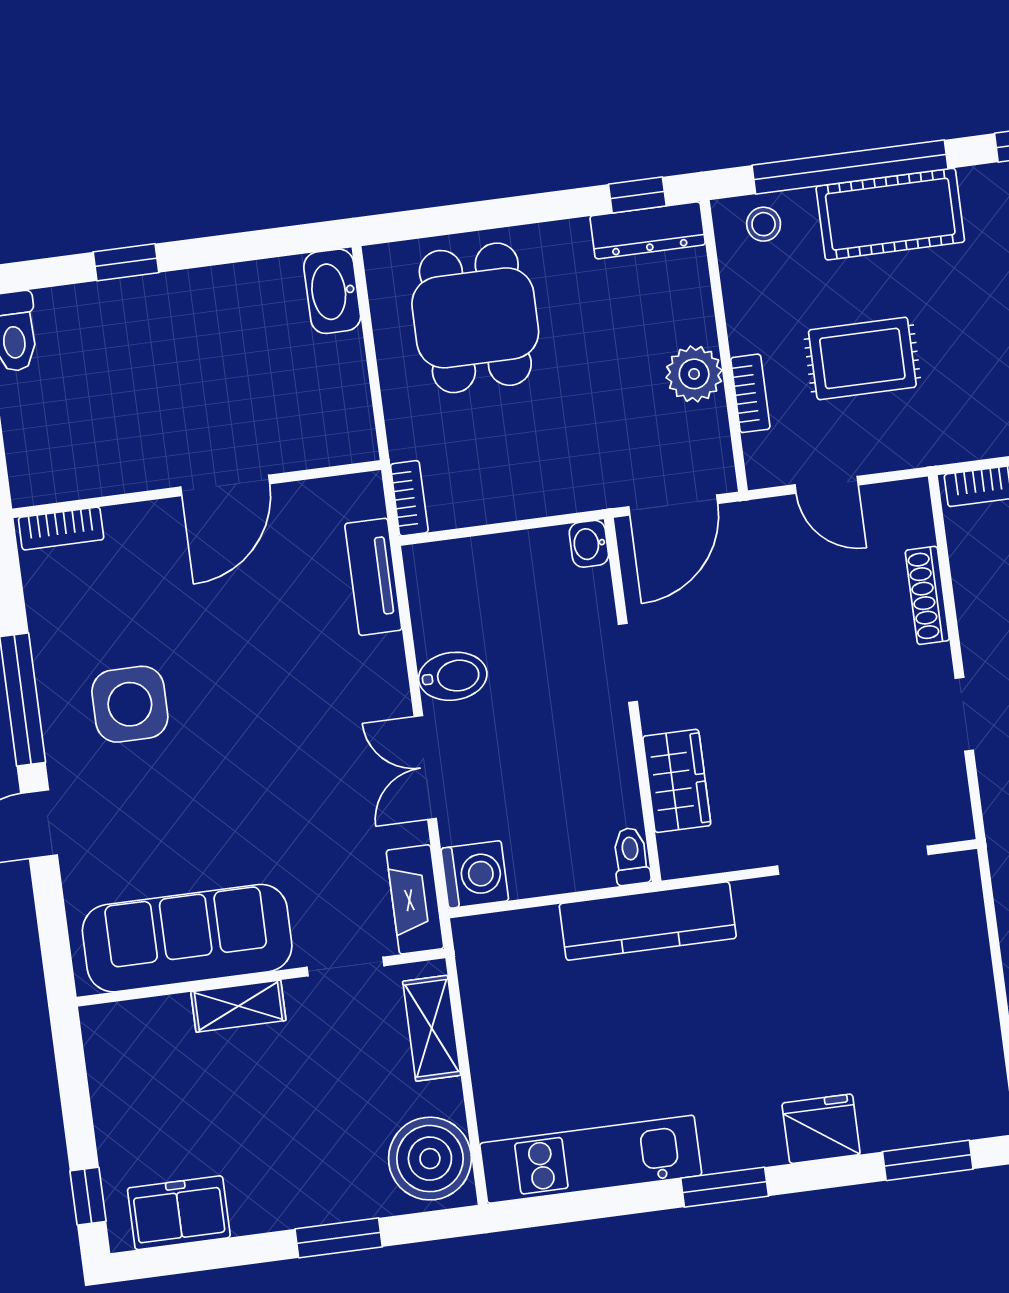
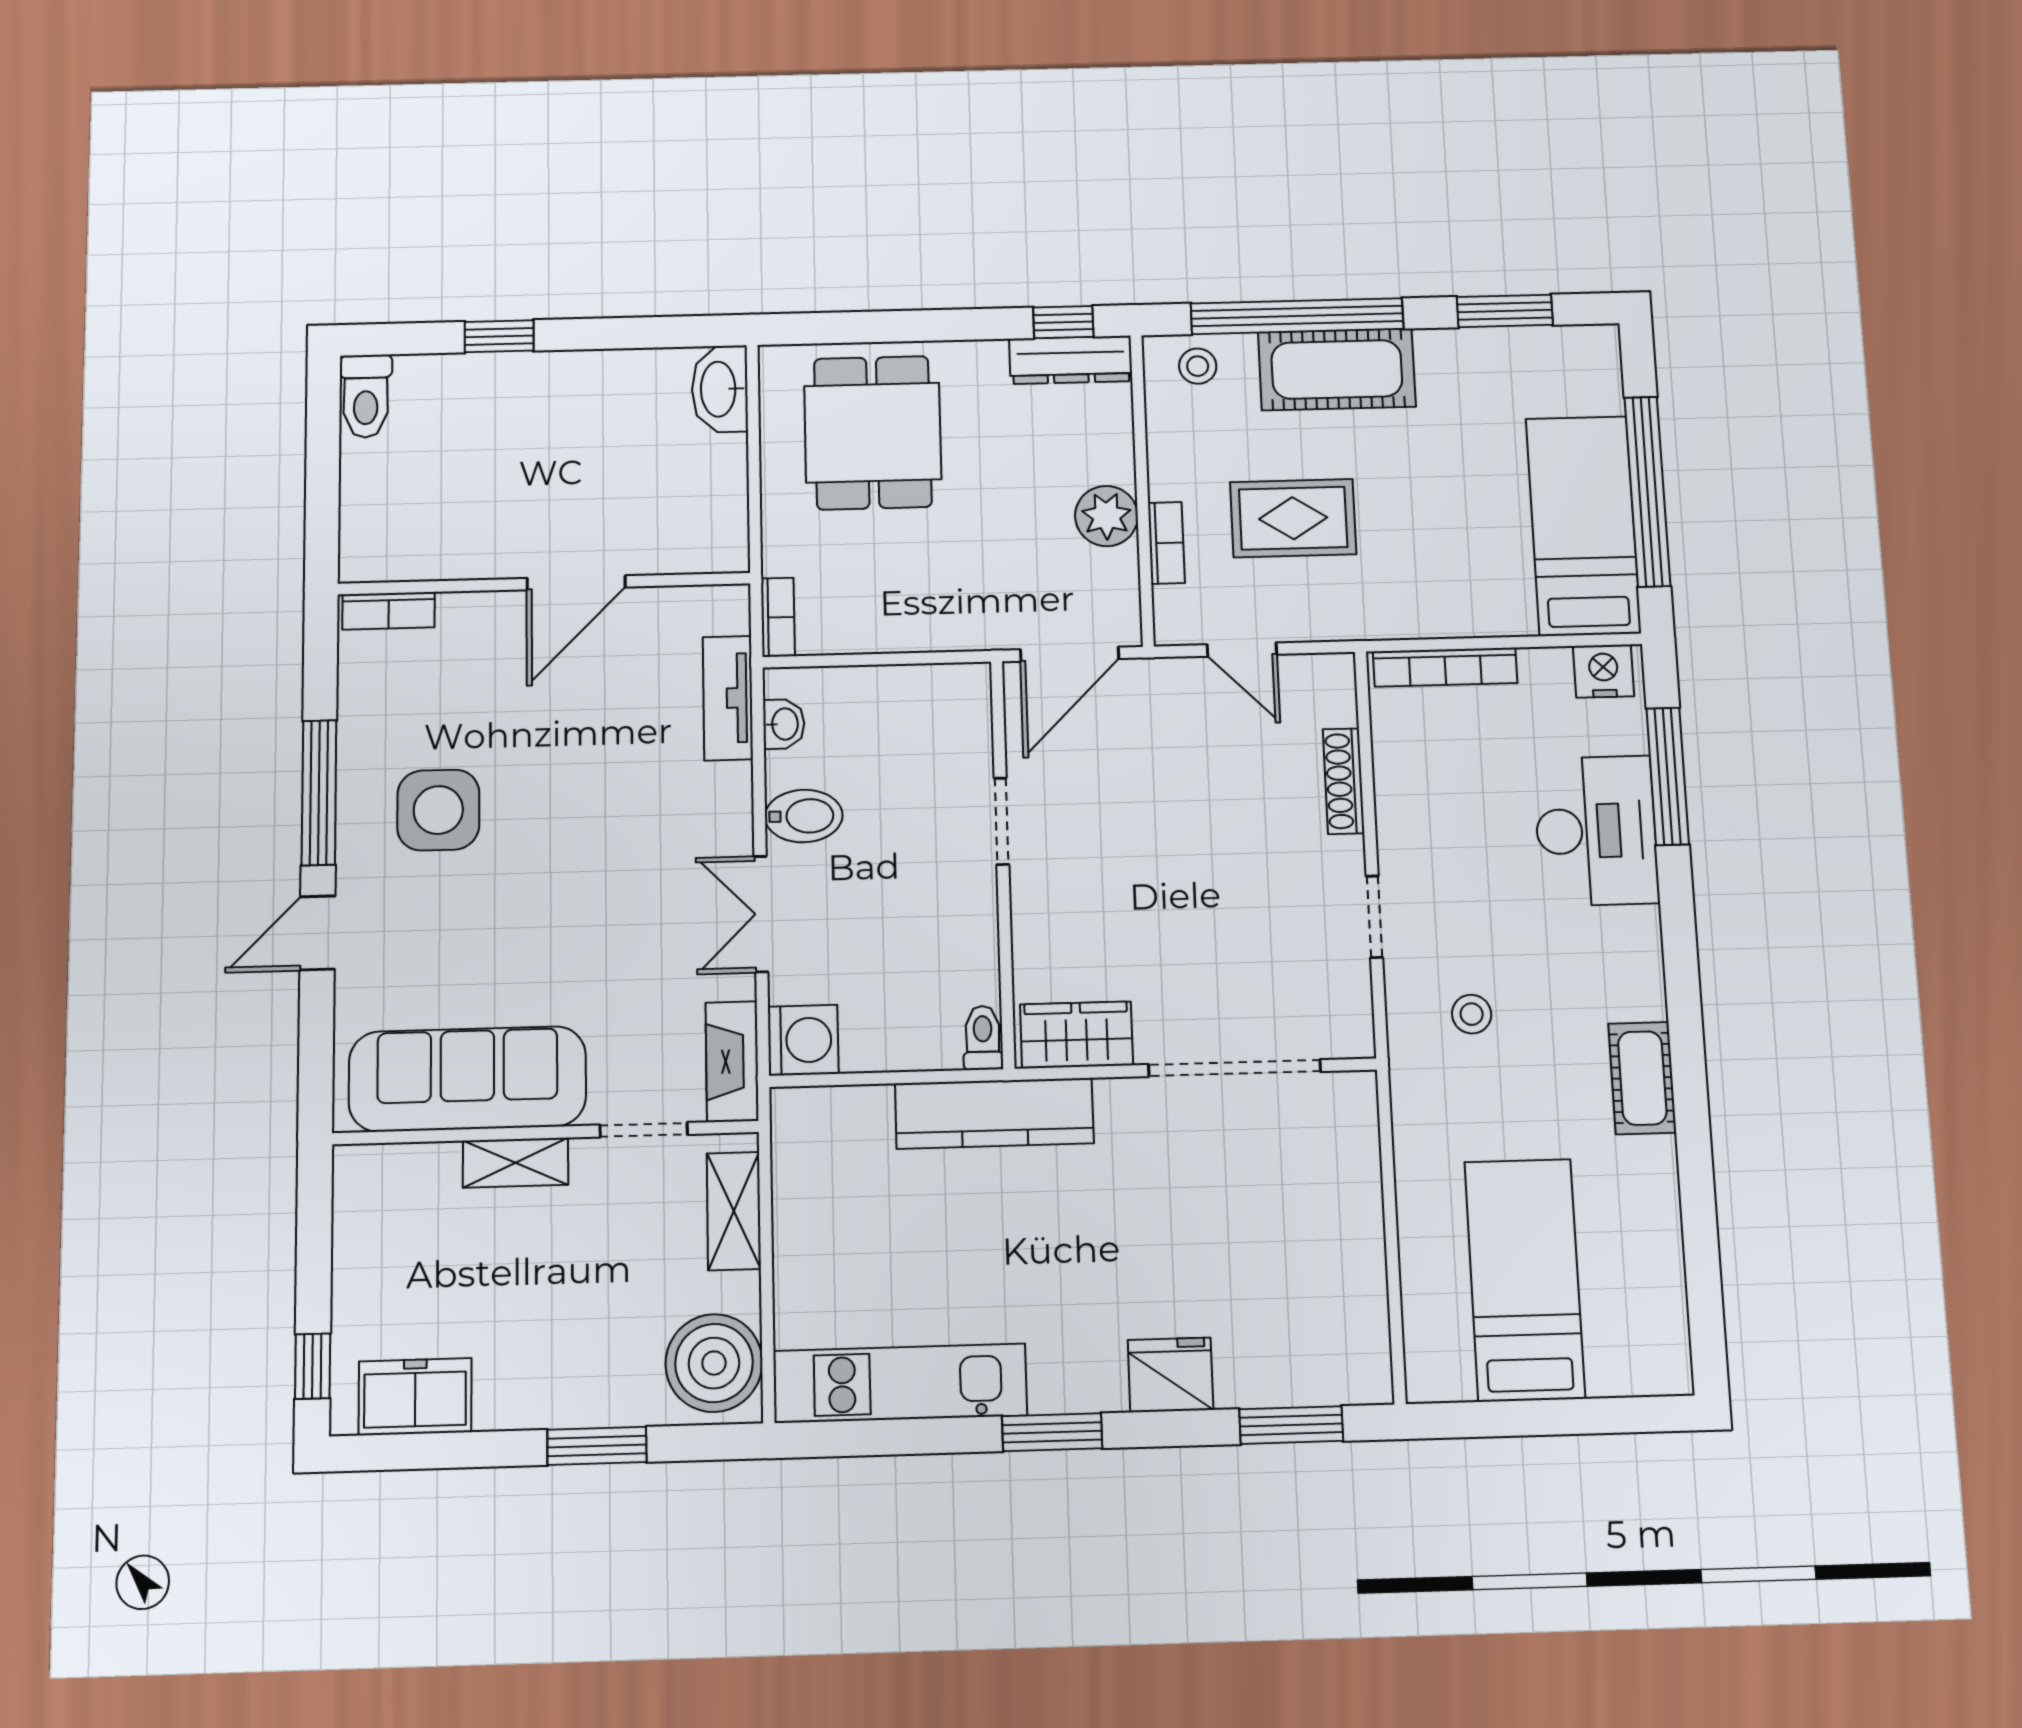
washbasin: (589, 544) -> (784, 724), moved, turned 180
wardrobe: (677, 781) -> (1076, 1035), moved, turned -90

